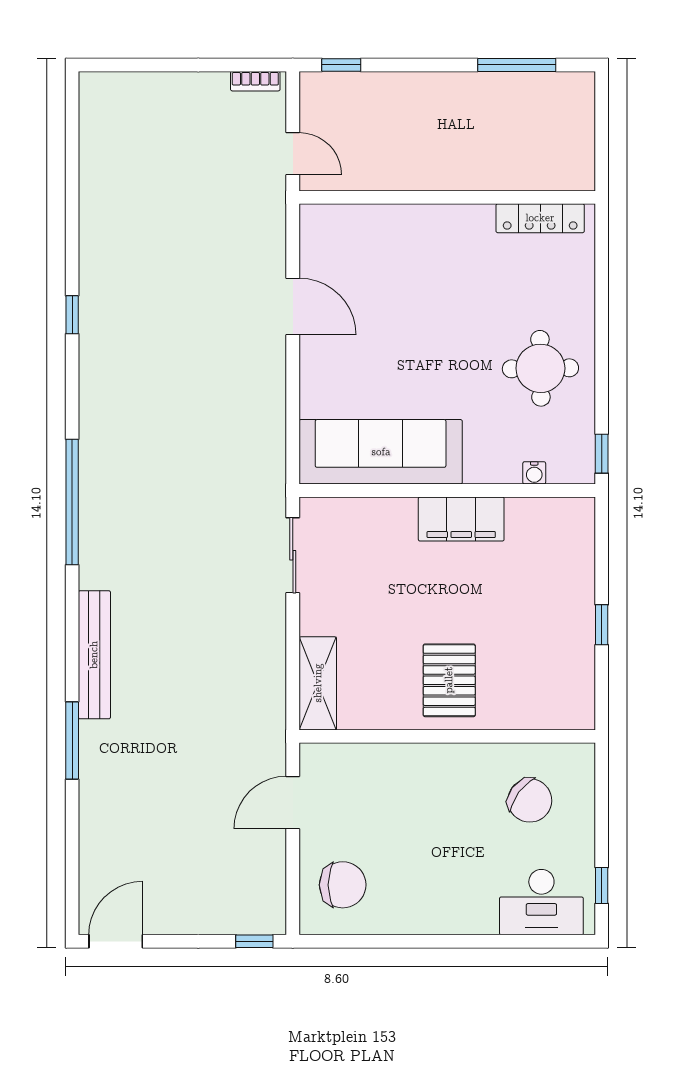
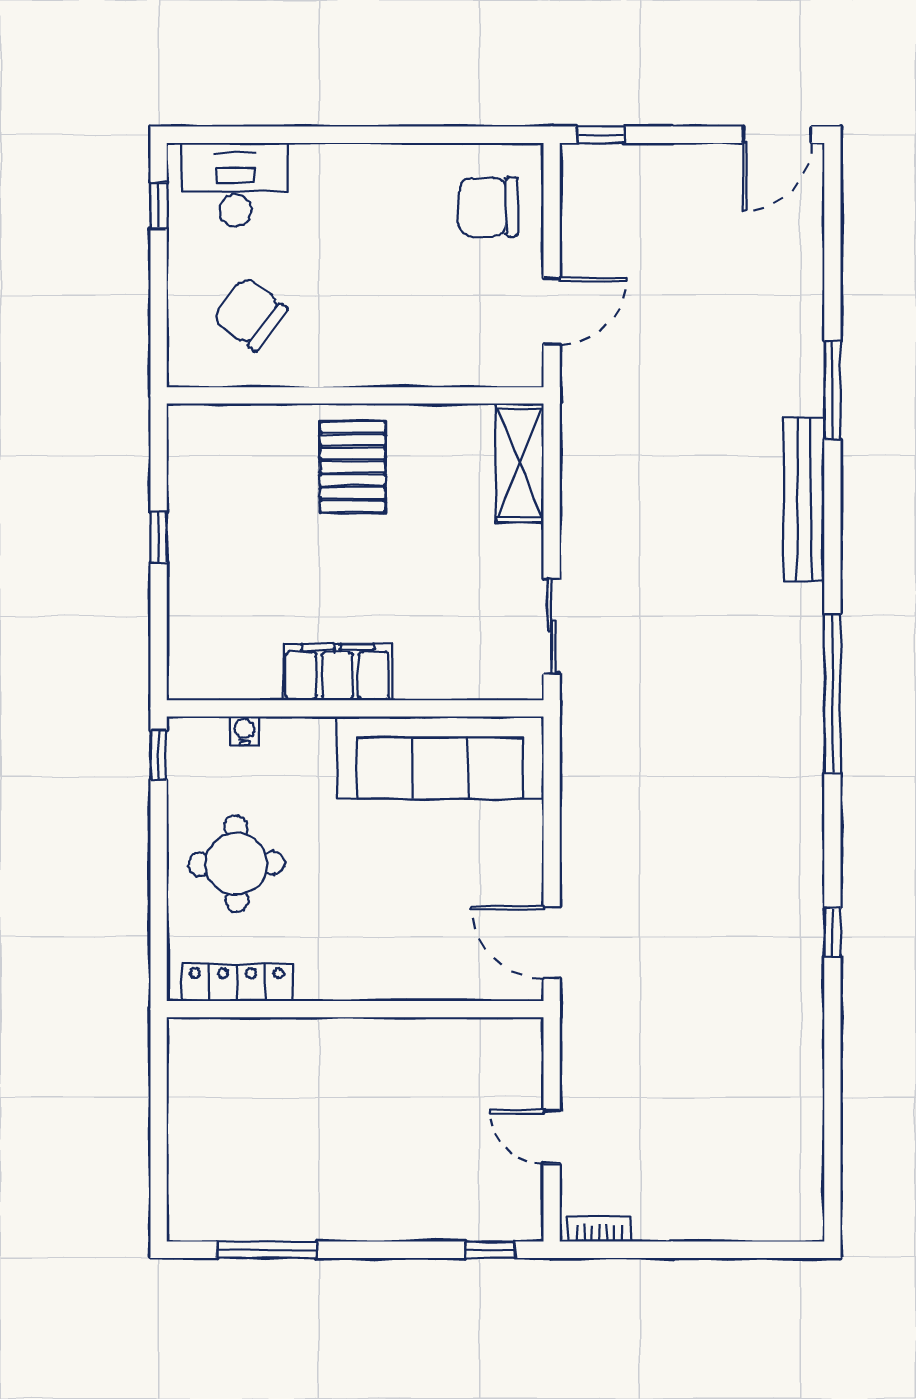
wall: (447, 197) -> (355, 1009), moved
locker: (540, 218) -> (237, 983), moved

